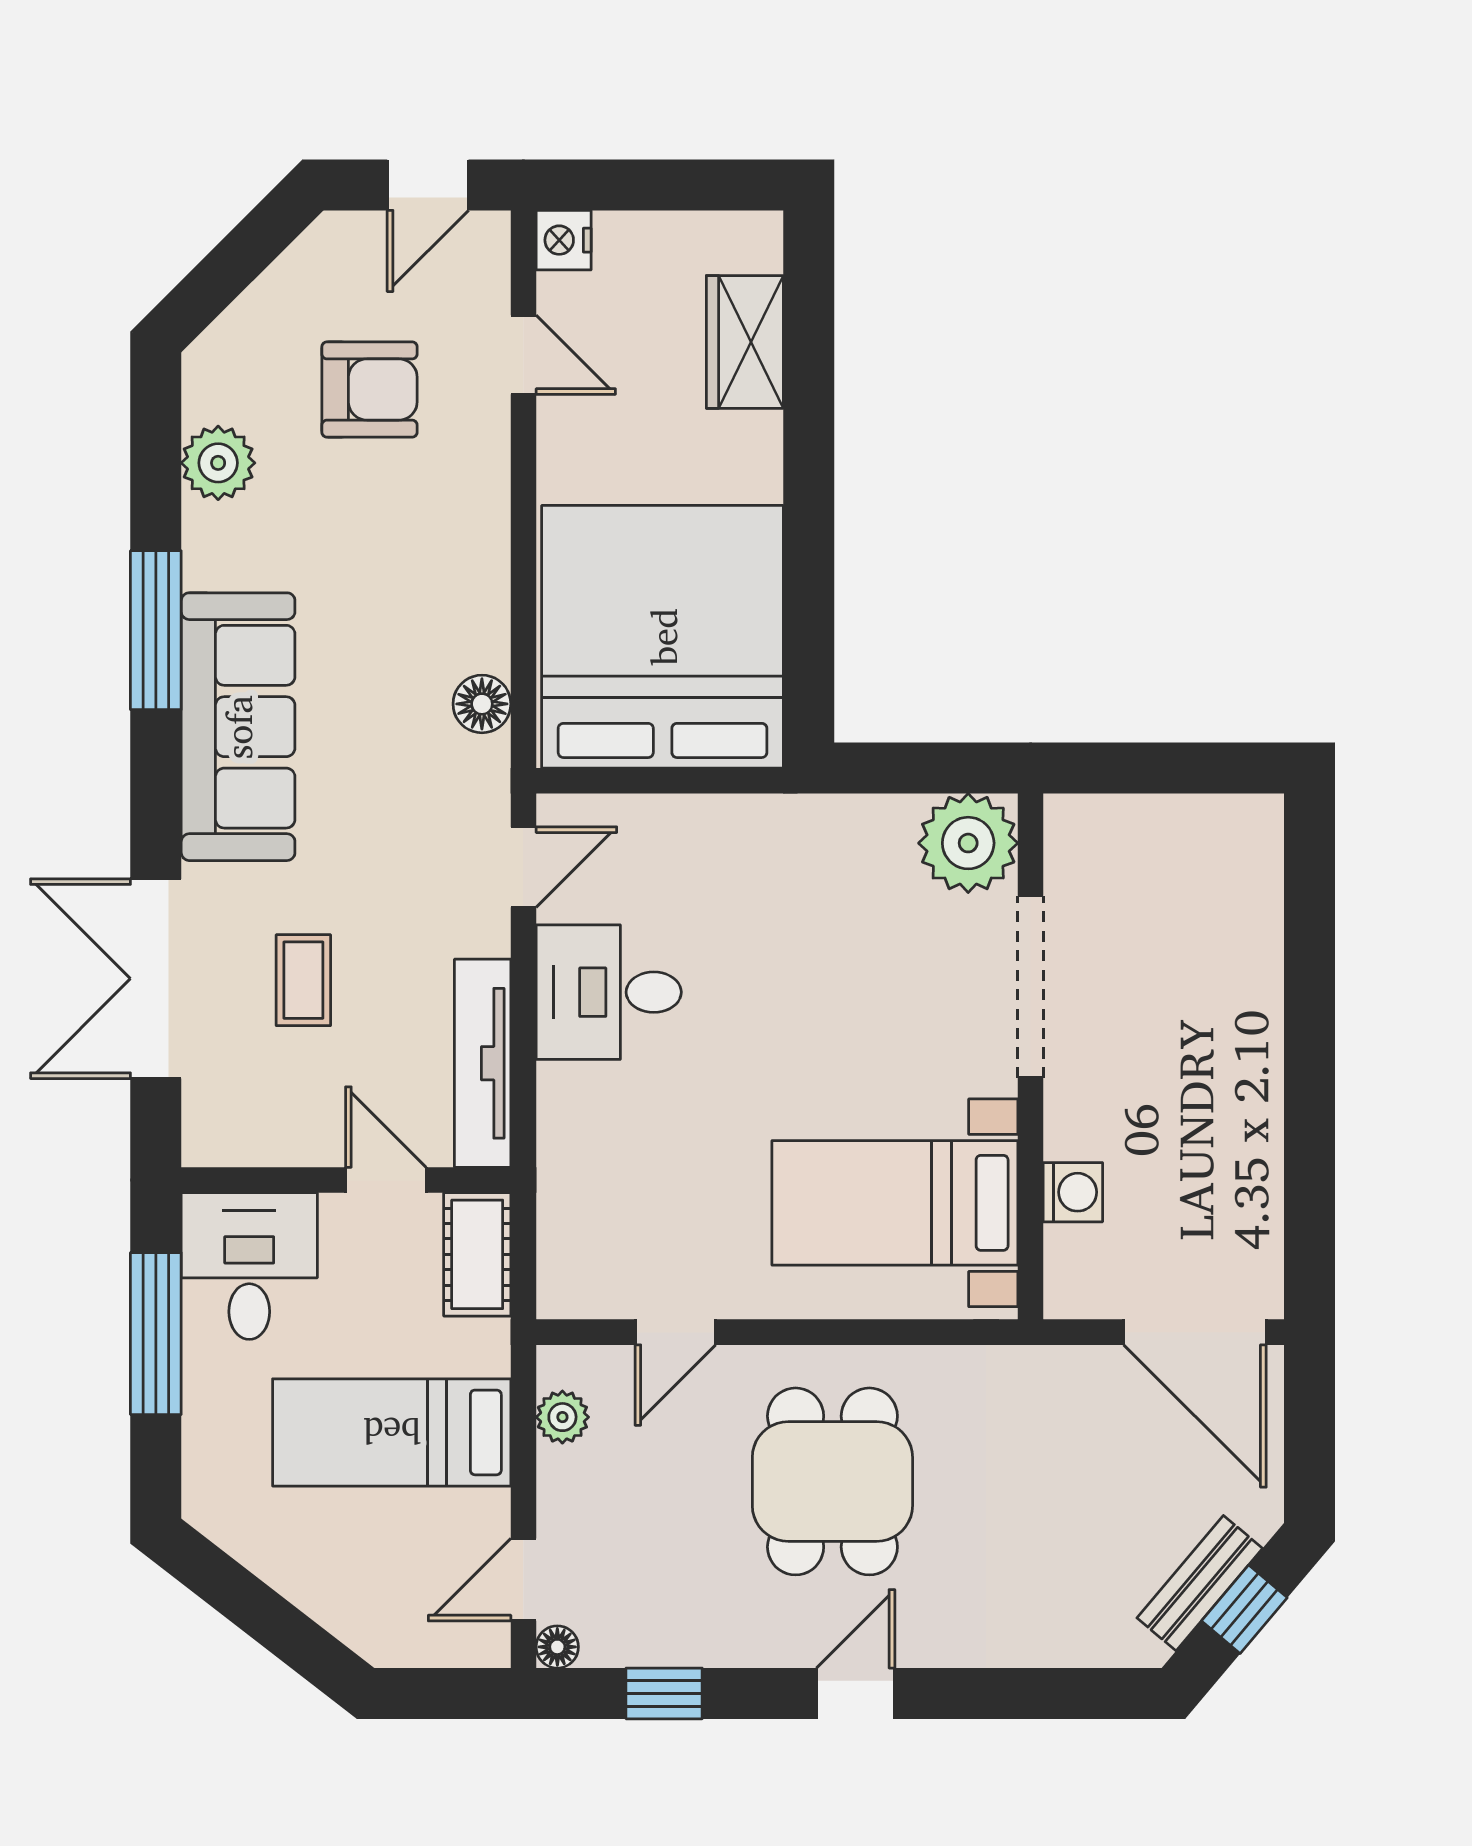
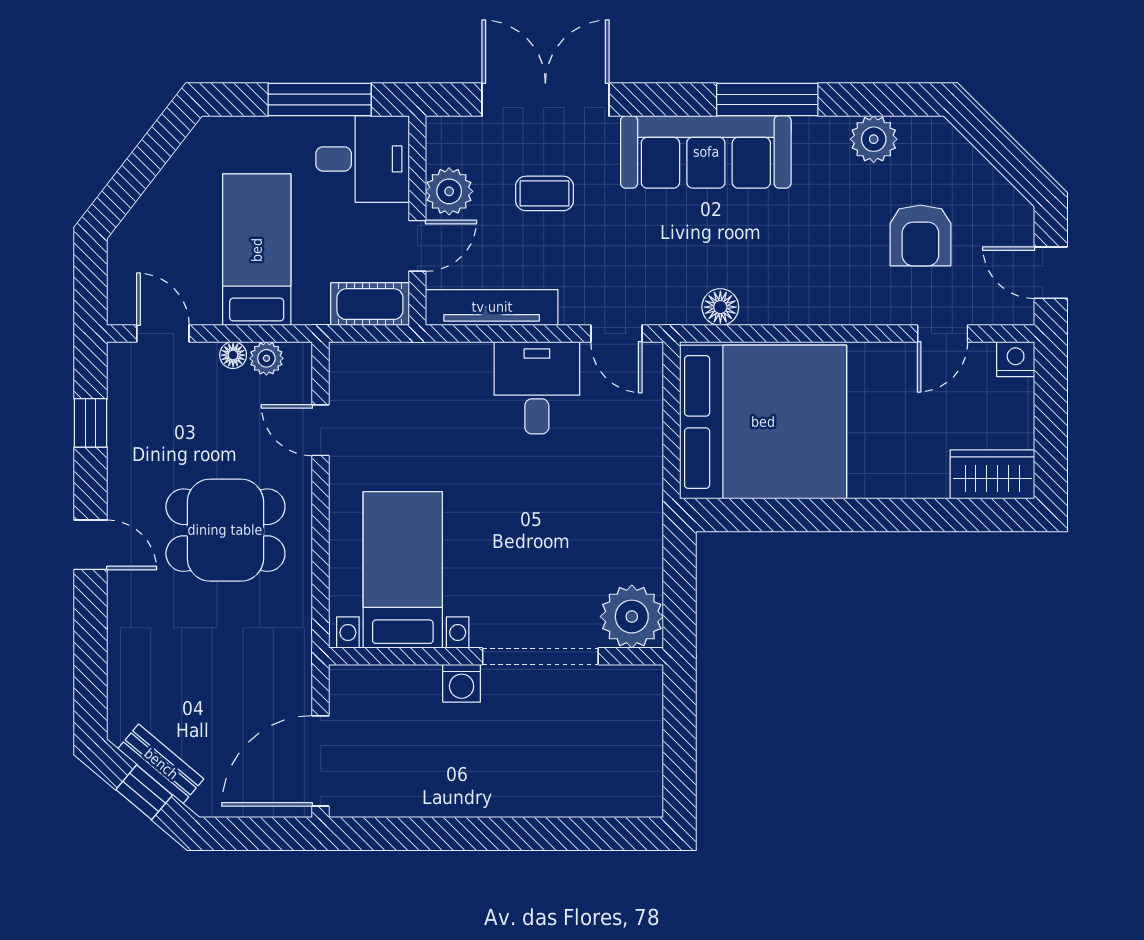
wardrobe: (745, 342) -> (992, 474), moved
plant: (300, 1130) -> (449, 191), added
washing machine: (1073, 1192) -> (462, 683), moved
floor lamp: (557, 1647) -> (233, 355), moved

